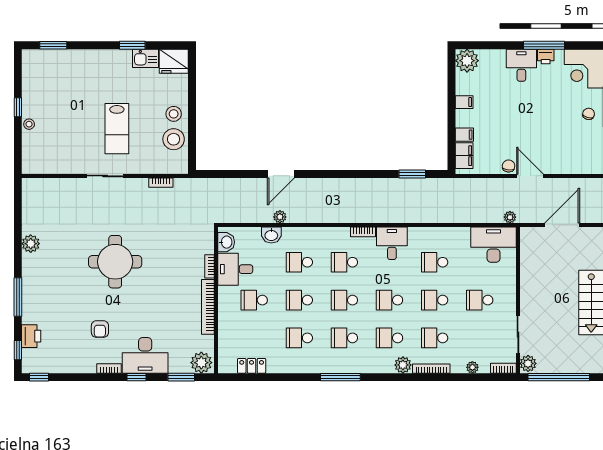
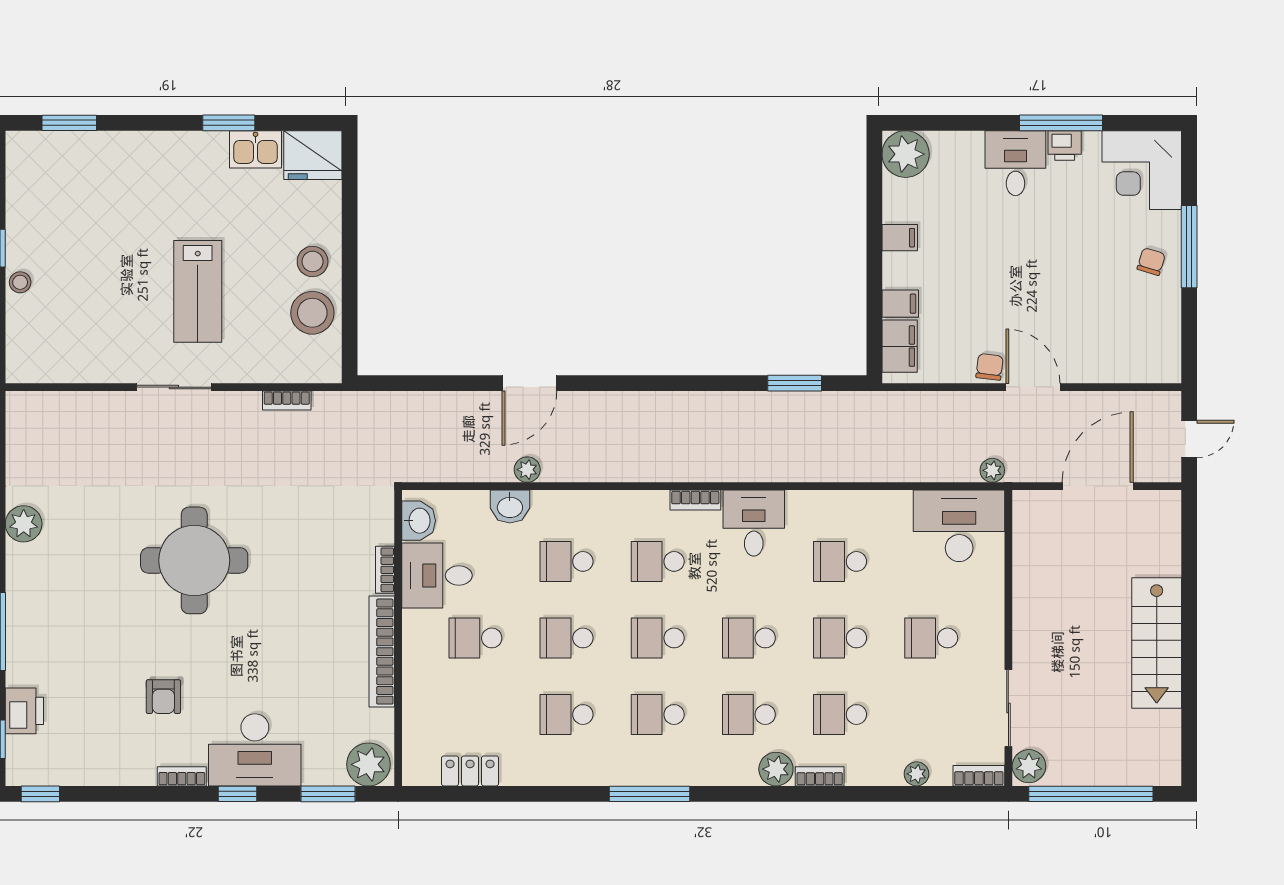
bookcase: (431, 369) -> (820, 776), width x0.64

